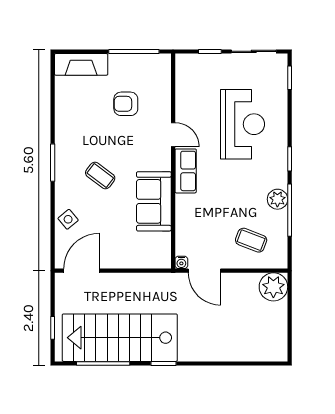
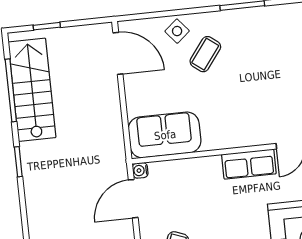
coffee table: (100, 175) -> (205, 54), moved
sofa: (154, 201) -> (165, 135), moved
stairs: (120, 338) -> (32, 90), width x0.73, depth x0.66

